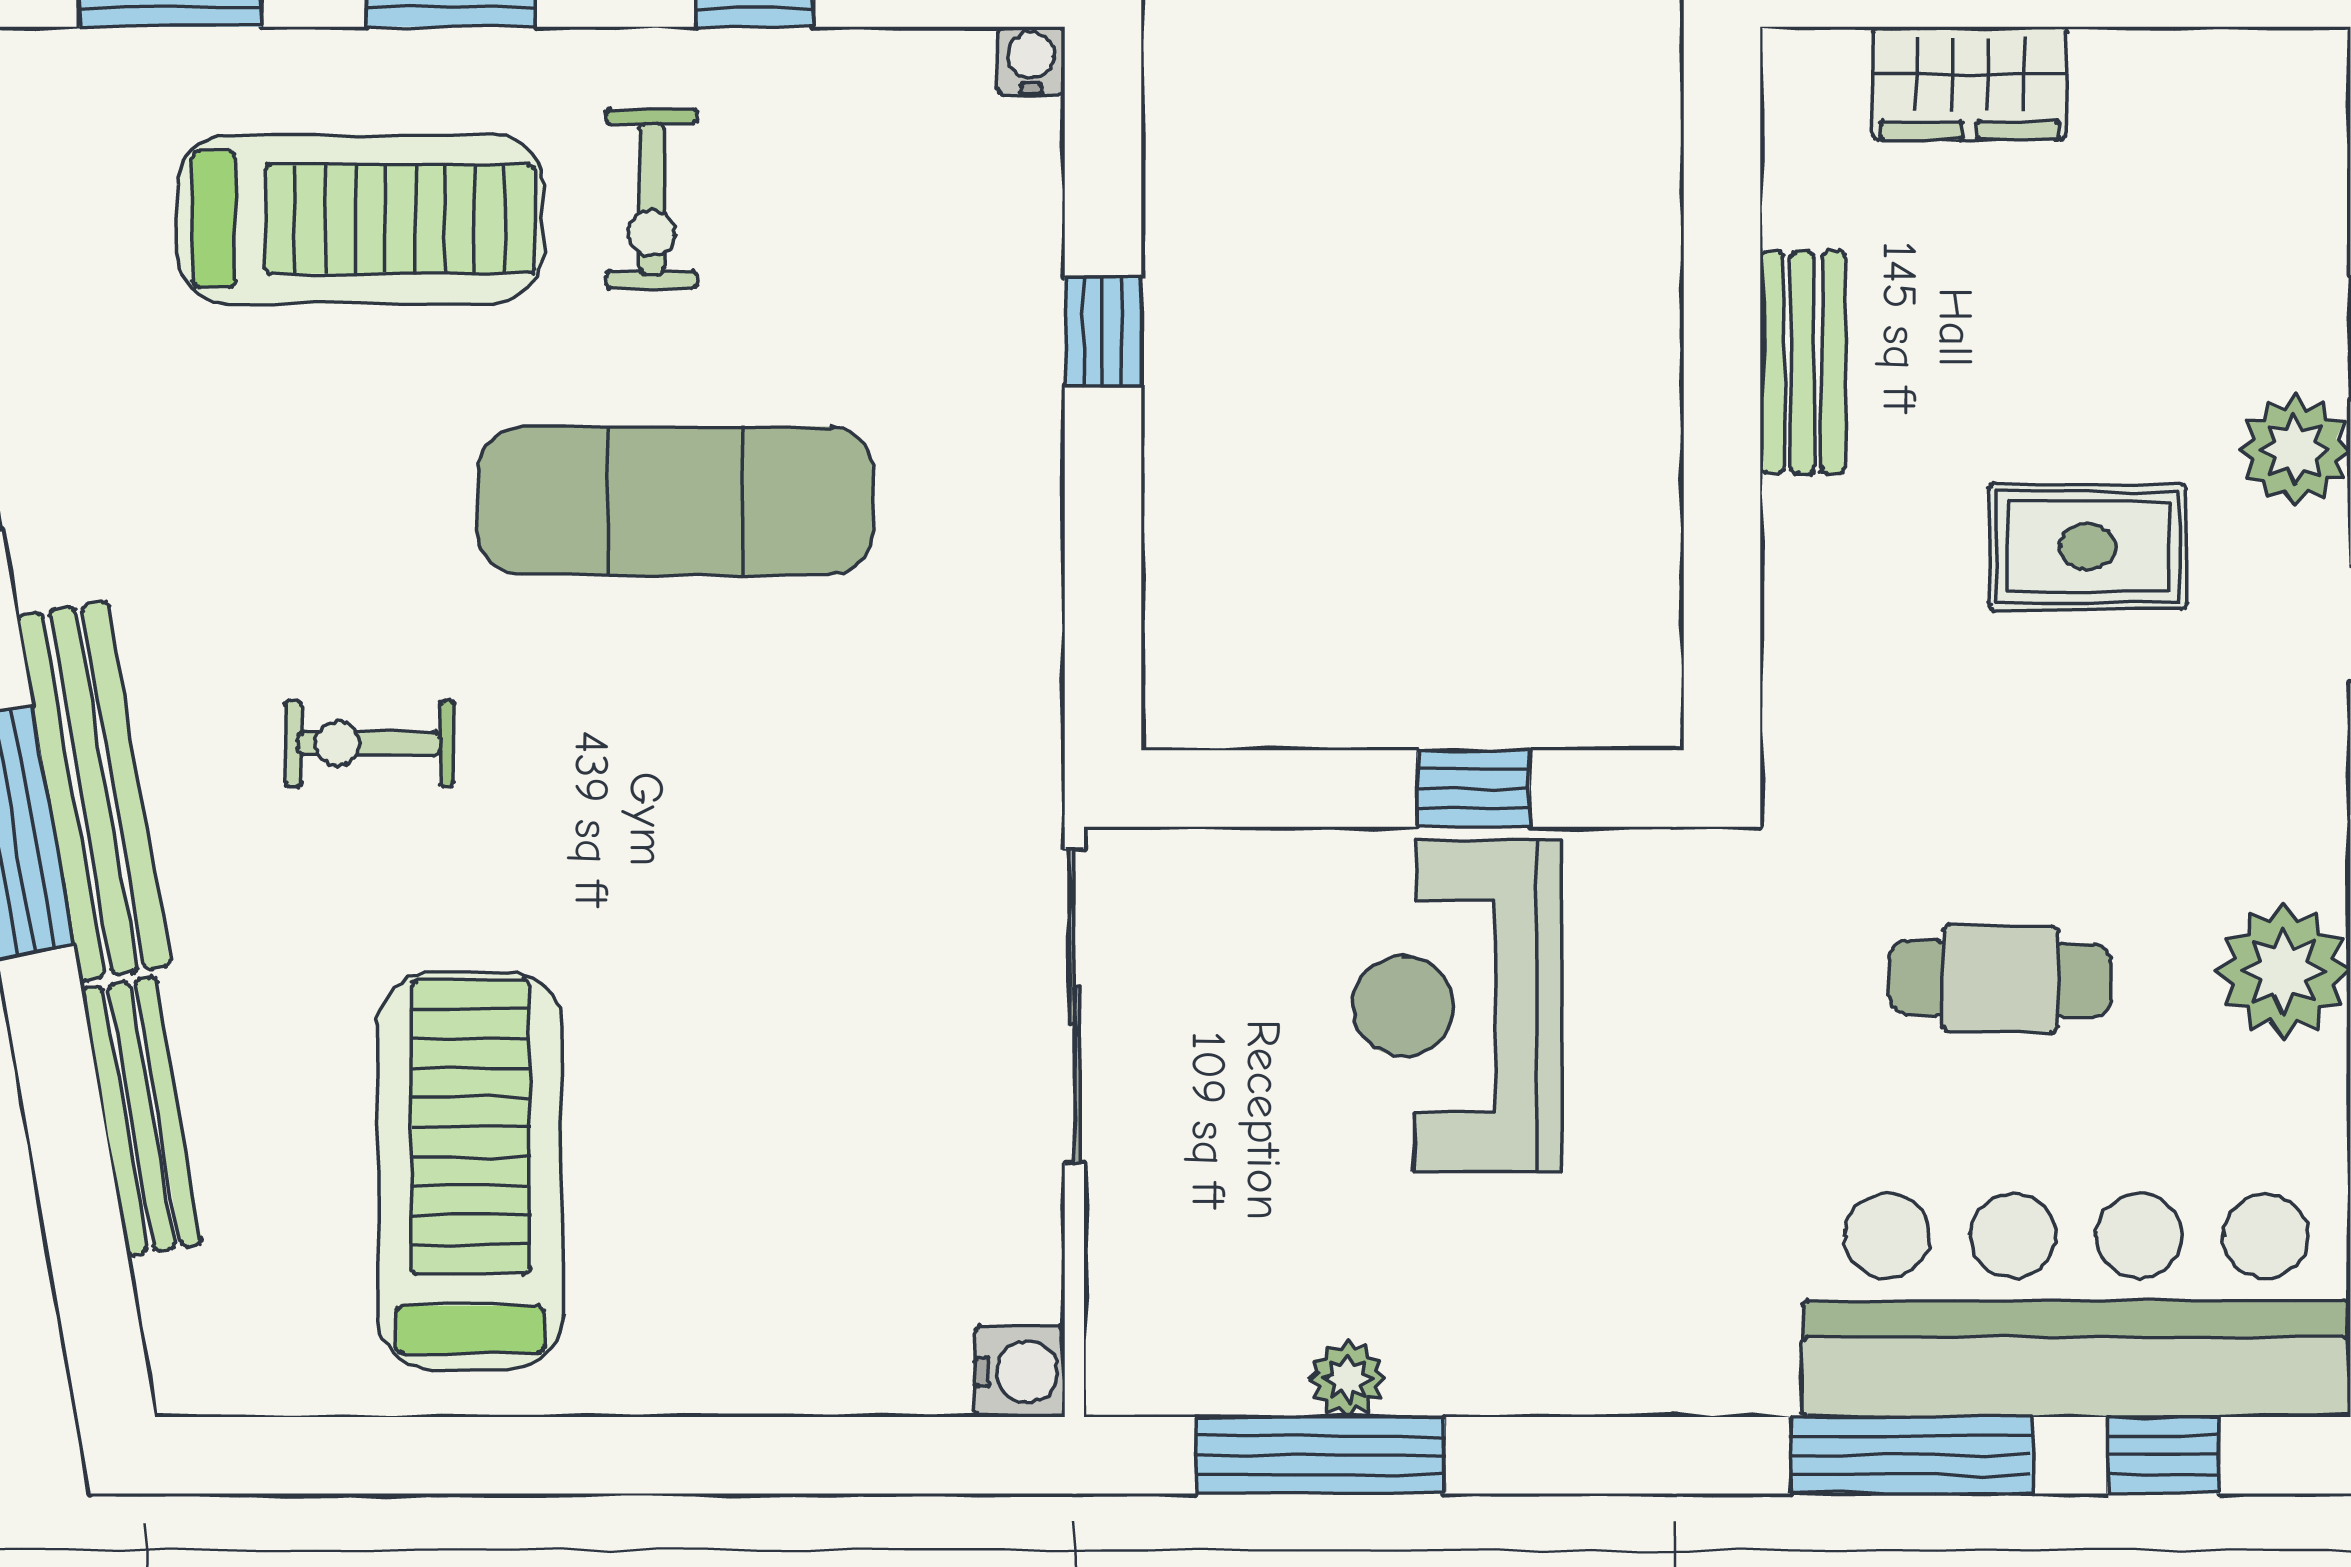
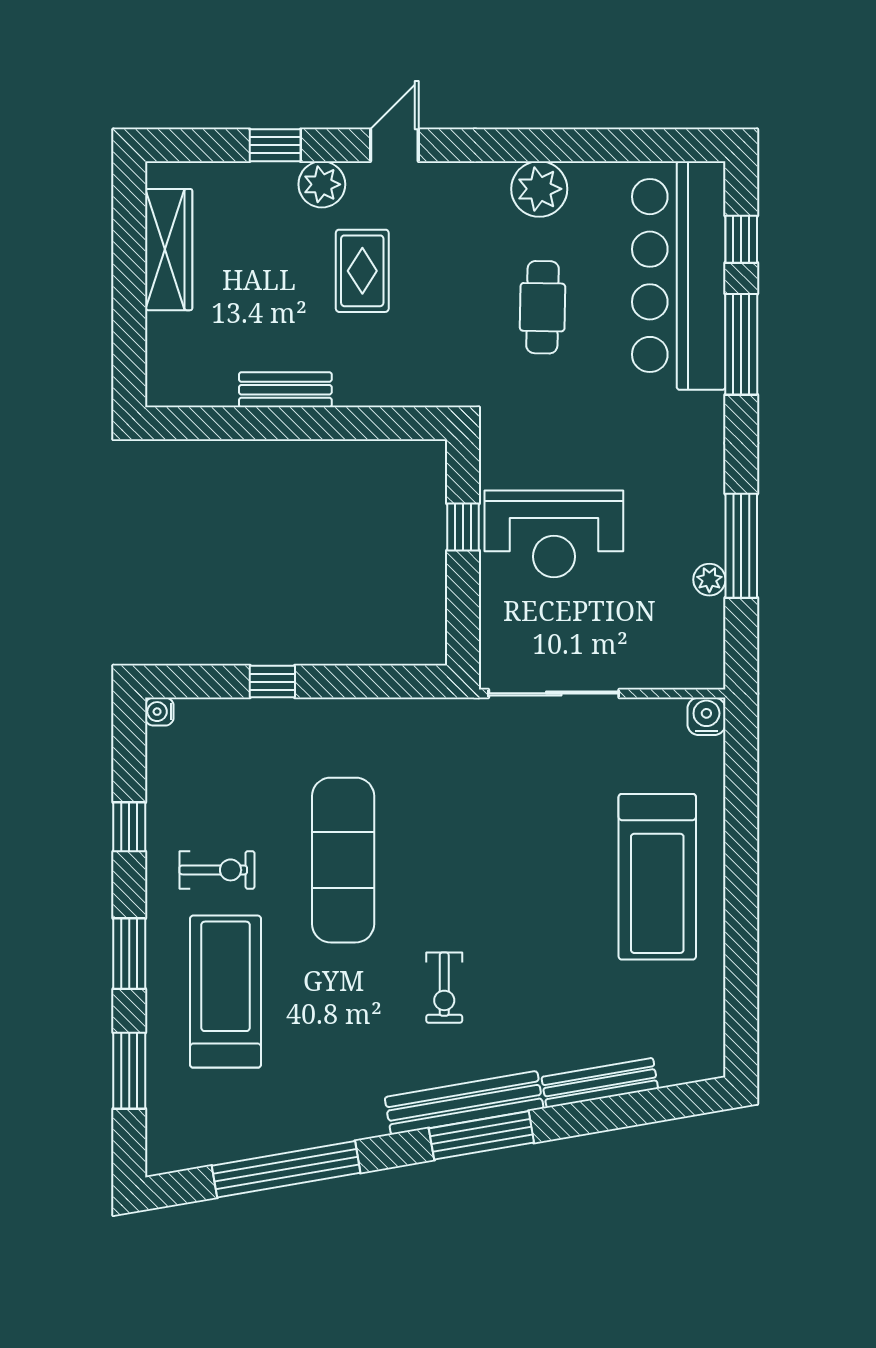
wardrobe: (1970, 83) -> (169, 250), moved, width x1.50
treadmill: (470, 1171) -> (657, 877), moved, turned -90
window: (1321, 1455) -> (741, 546), moved

